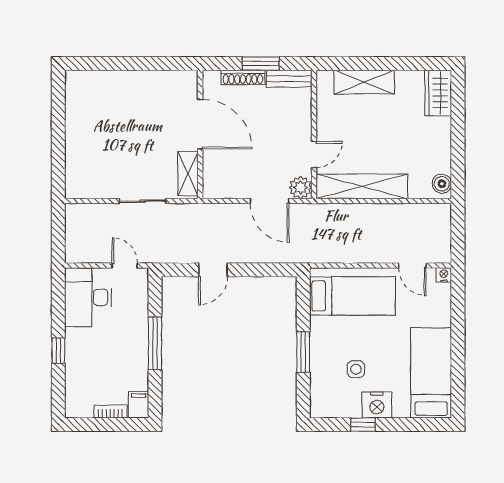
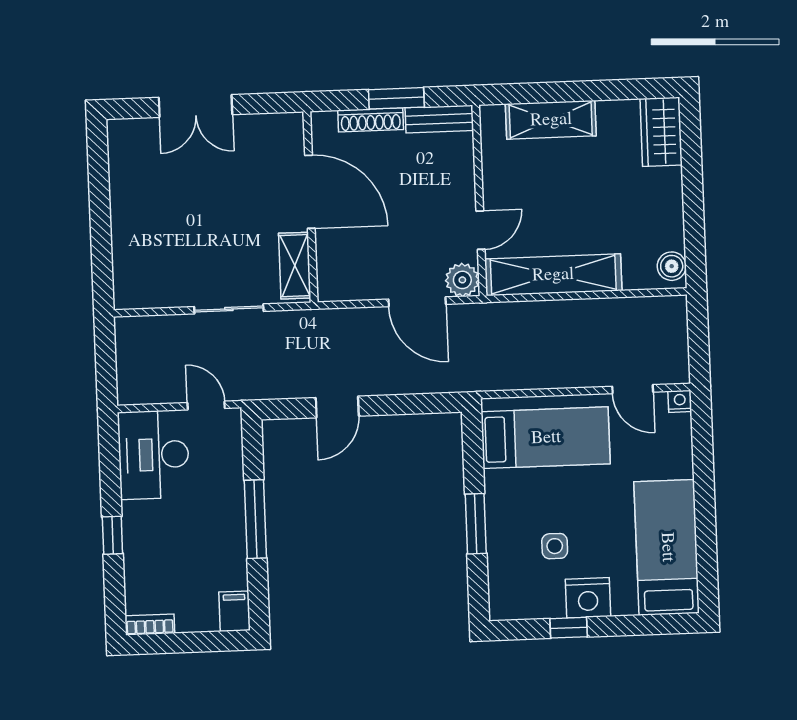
double door: (125, 64) -> (196, 106), added
bookcase: (110, 411) -> (150, 624), moved

